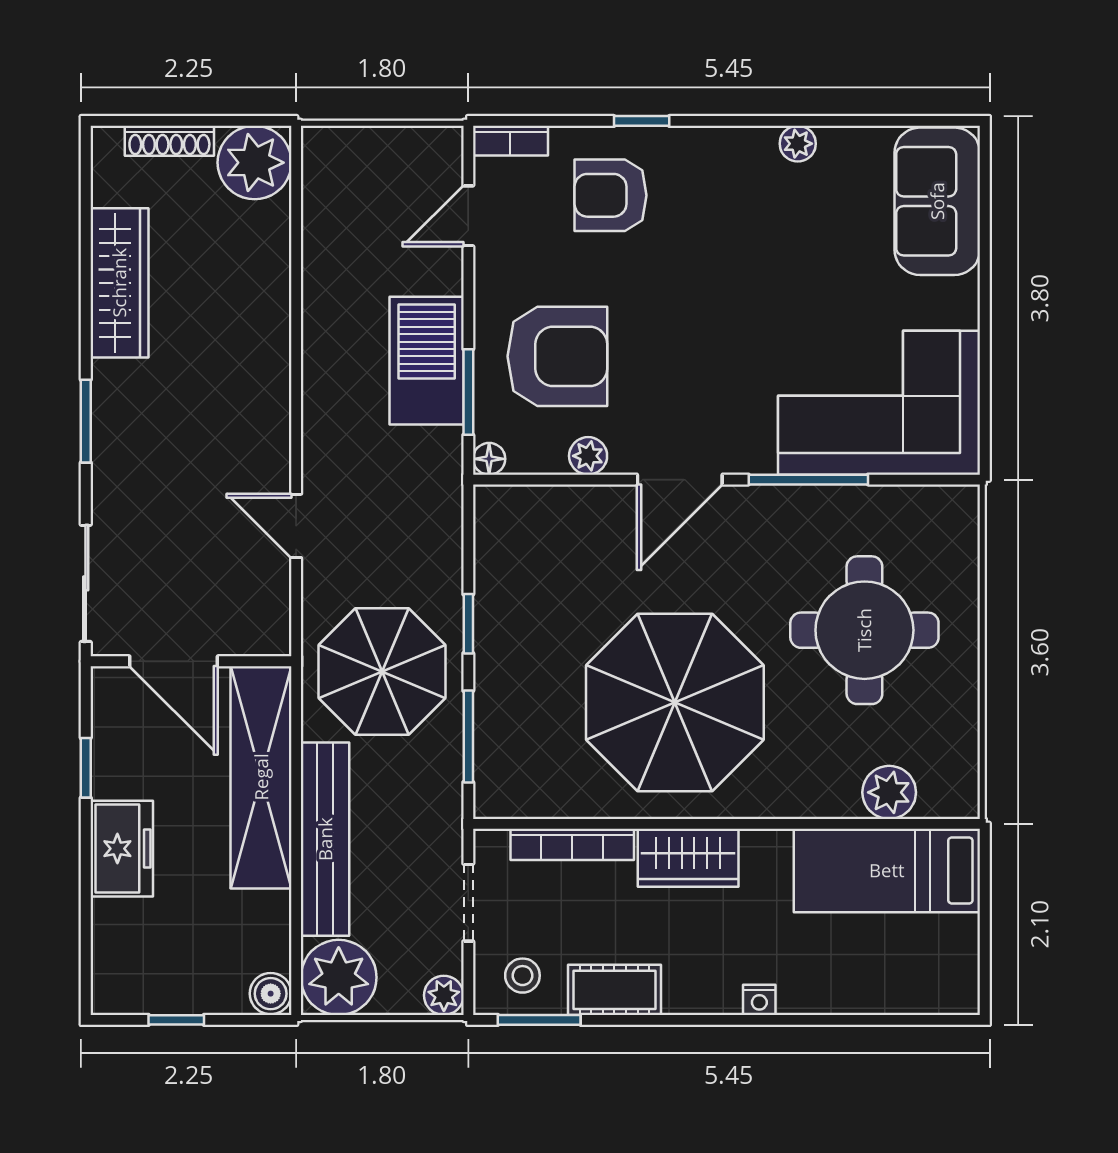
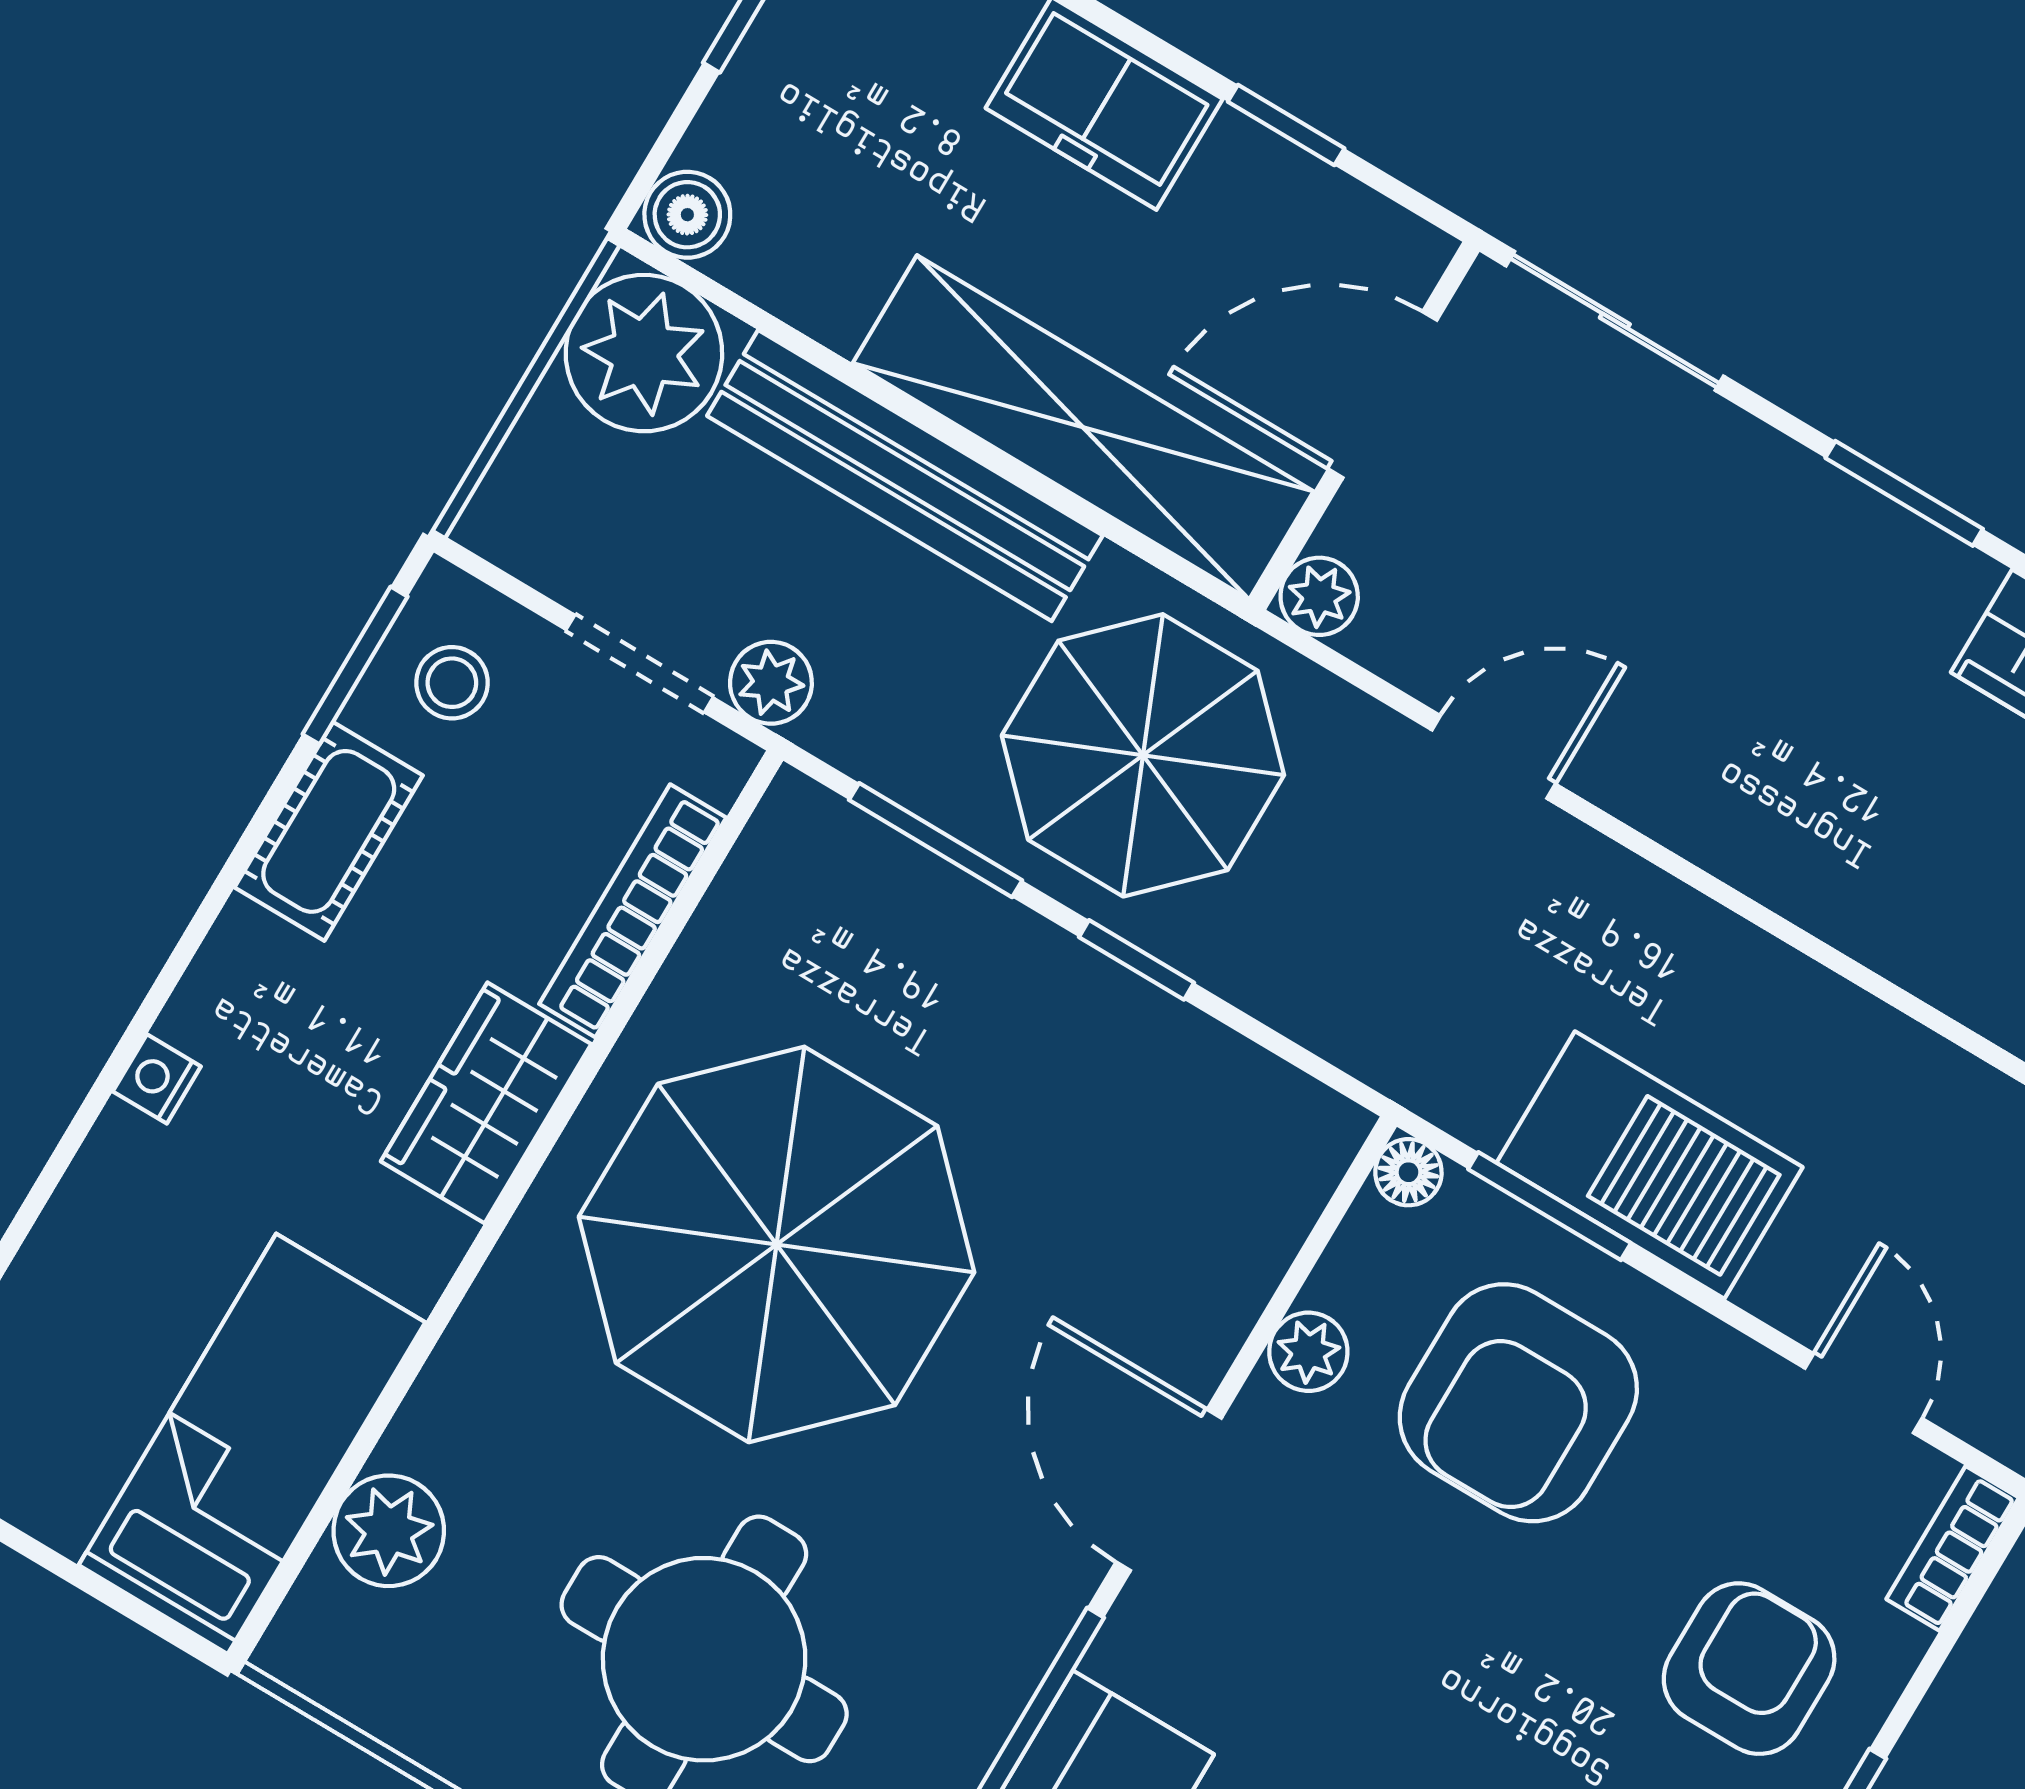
plant: (273, 638) -> (1319, 596), added
plant: (444, 995) -> (771, 683), moved

